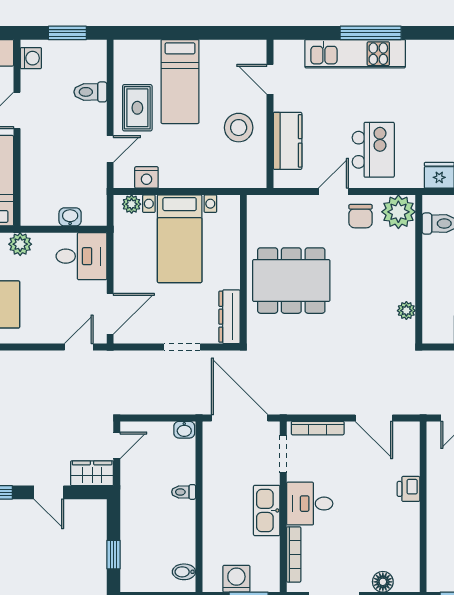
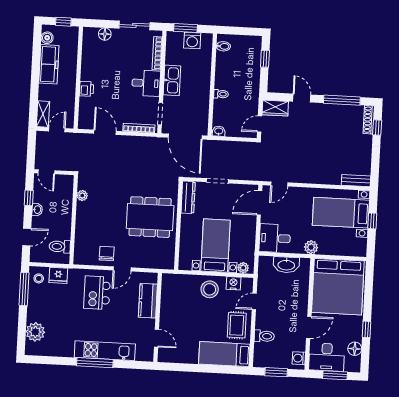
bed: (180, 82) -> (224, 354), moved, turned -90
stool: (239, 128) -> (210, 289), moved
plant: (398, 212) -> (84, 255), removed
washbasin: (70, 217) -> (286, 265), width x1.91, depth x1.45

